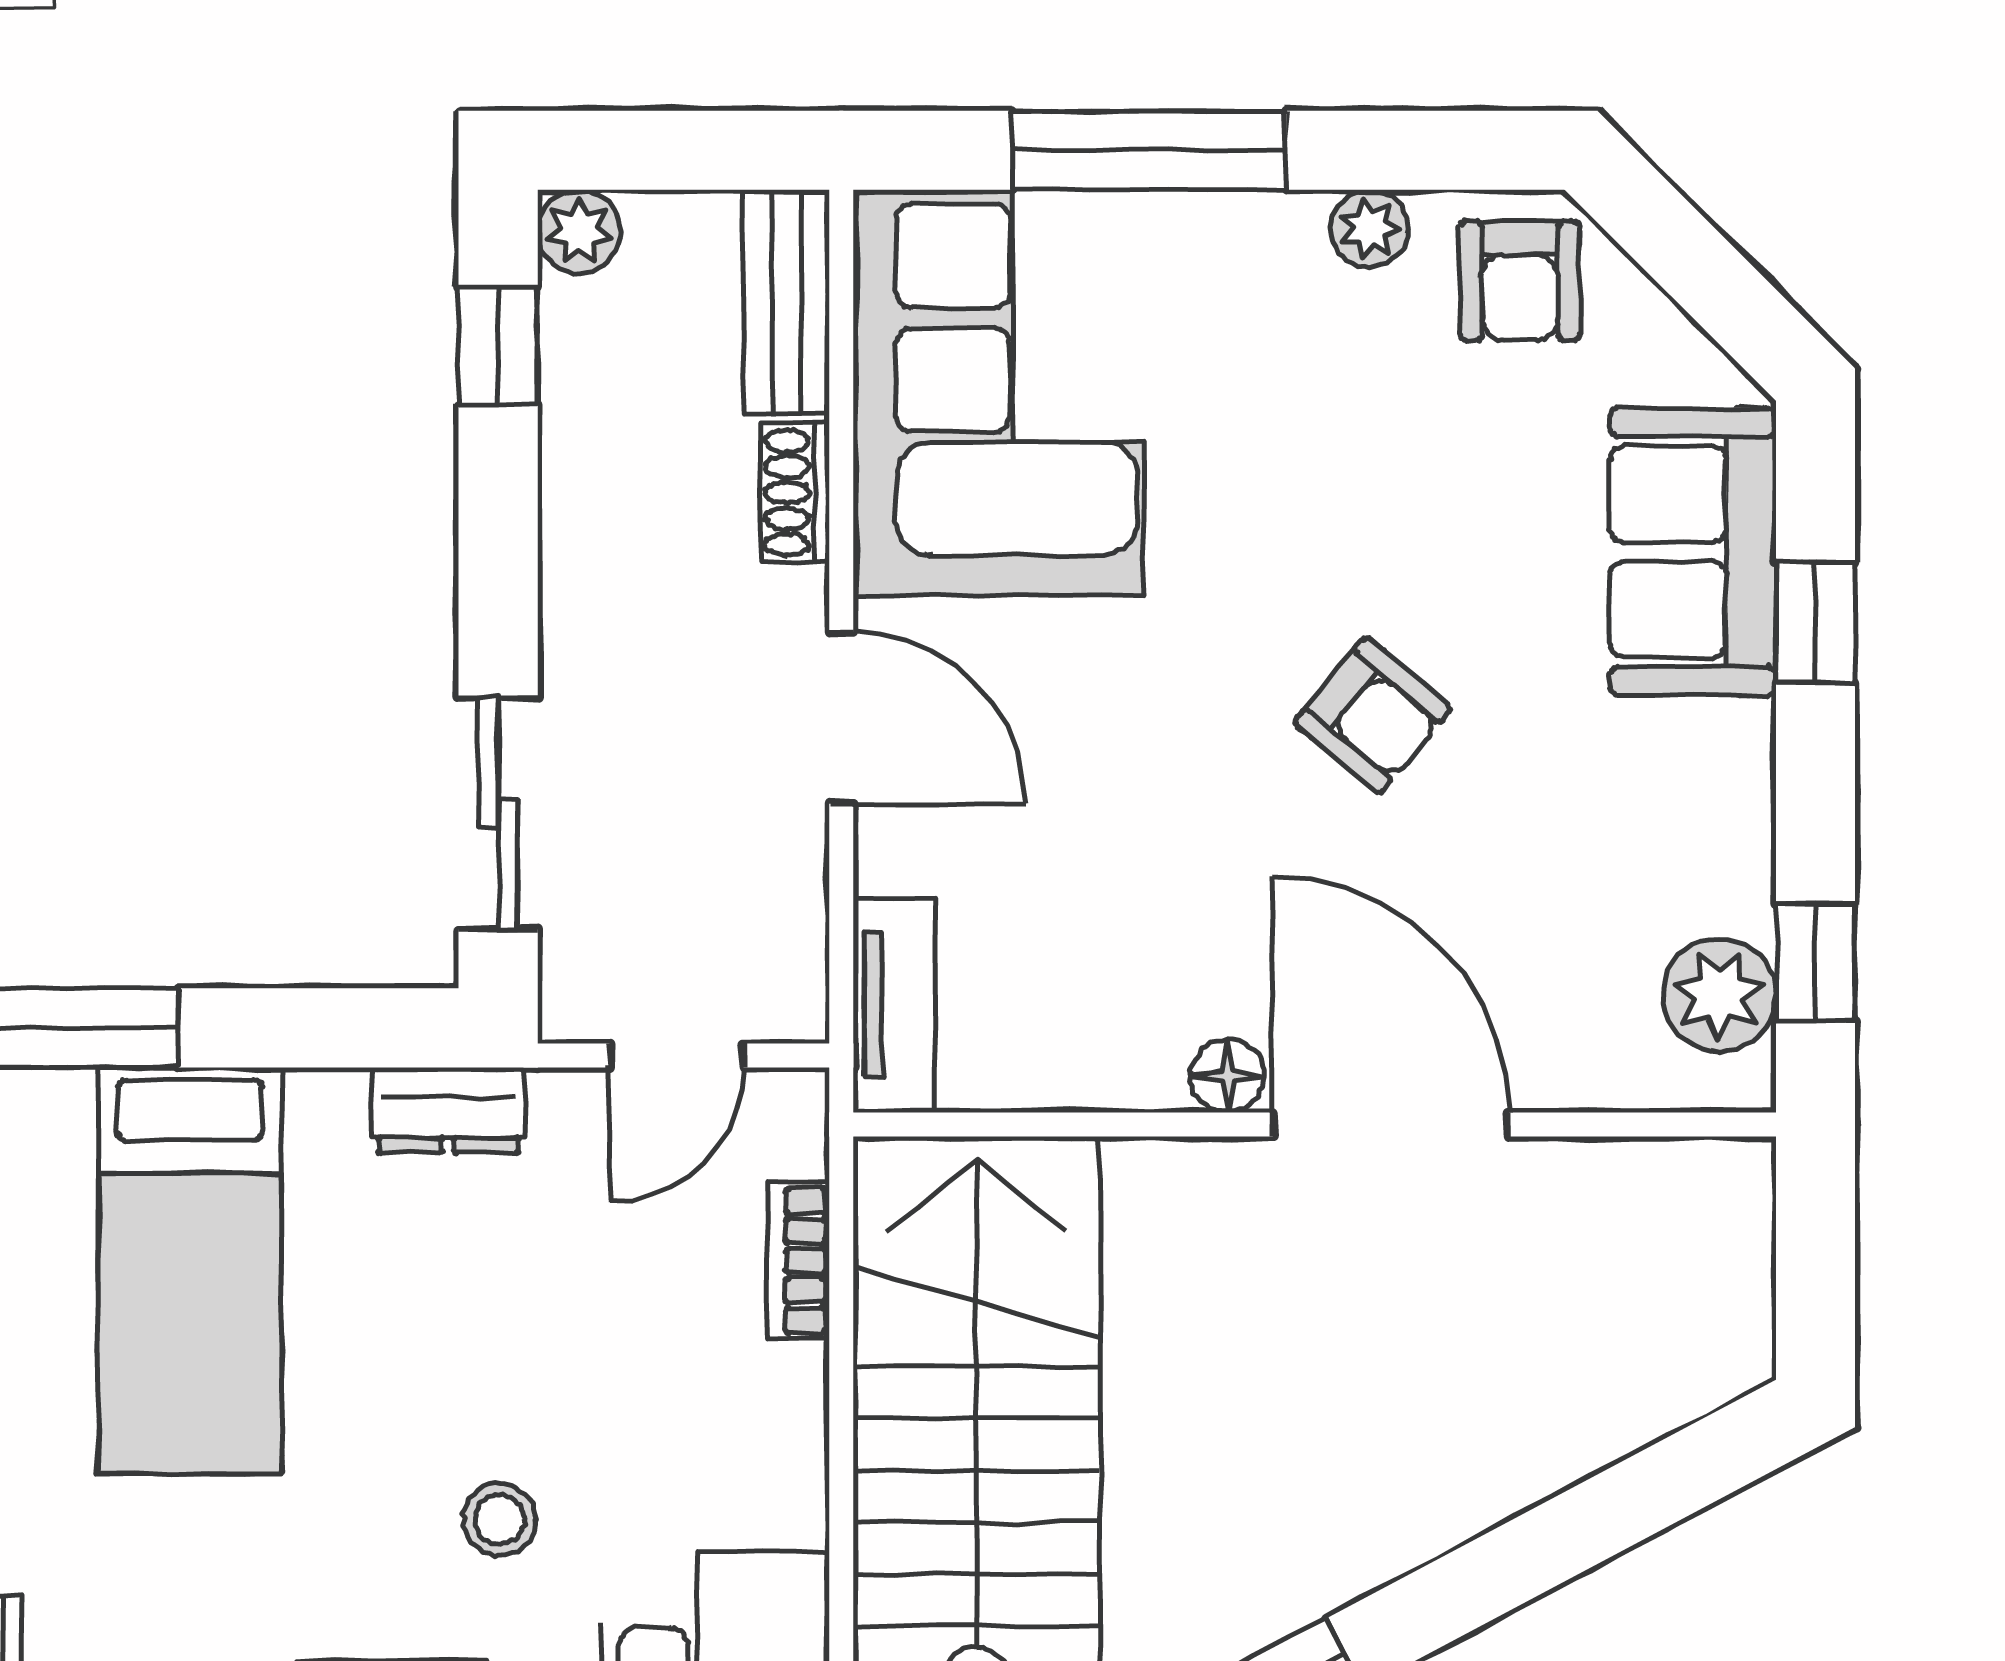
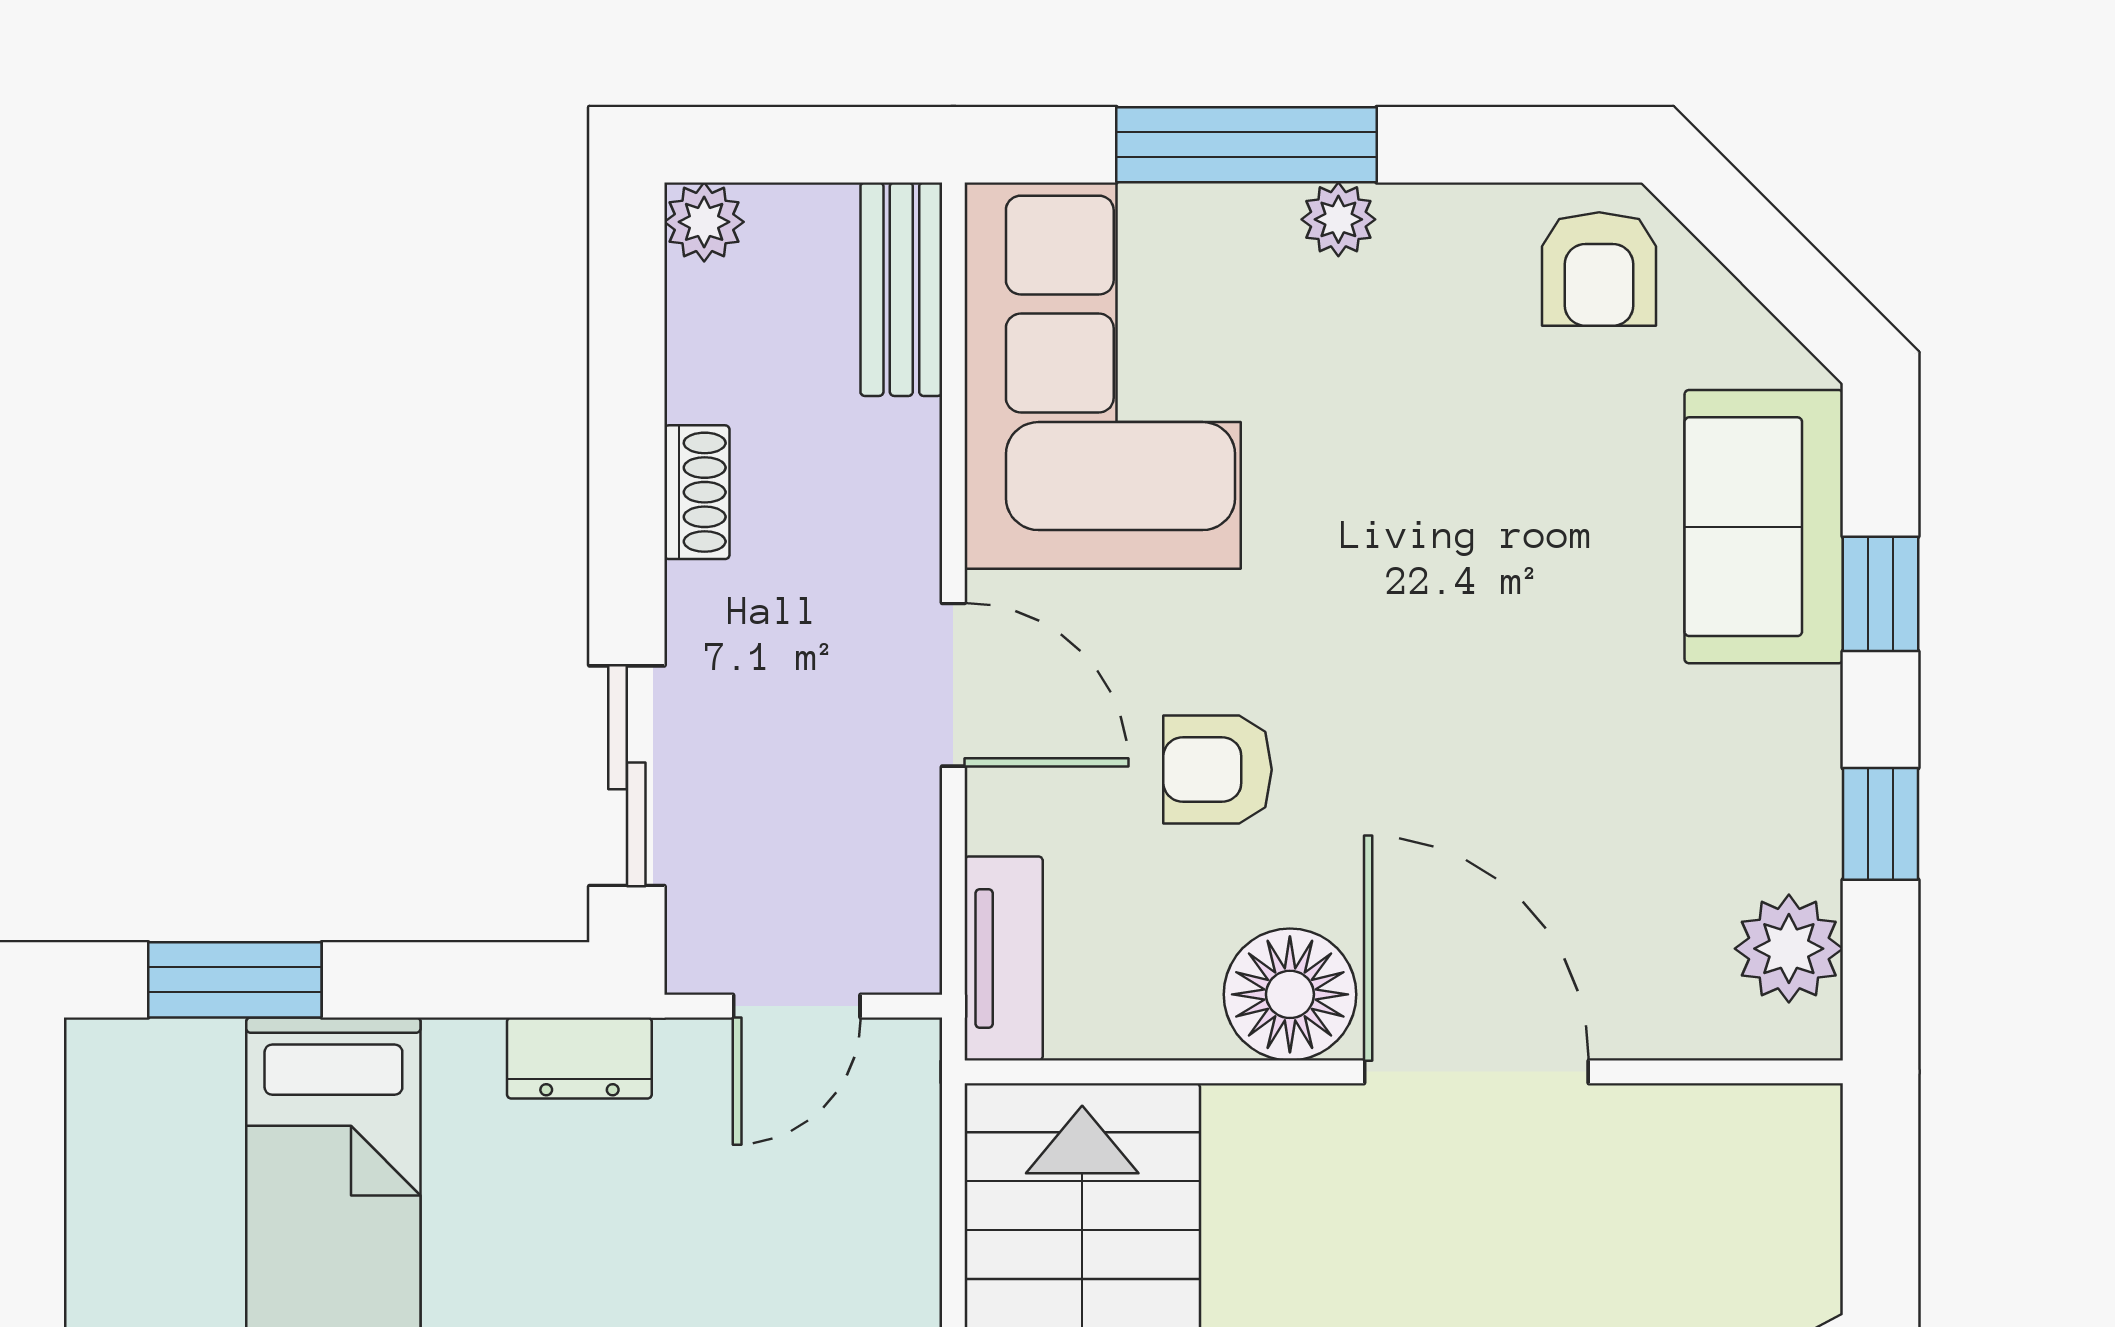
plant: (1370, 229) -> (1338, 219), moved
window: (498, 346) -> (627, 331), removed
shoe rack: (795, 493) -> (697, 492), moved, turned 180
armchair: (1373, 716) -> (1217, 770), moved, turned 140
window: (1816, 962) -> (1880, 824), moved
floor lamp: (1228, 1076) -> (1290, 994), width x1.89, depth x1.89
bookcase: (798, 1261) -> (912, 1201), removed

